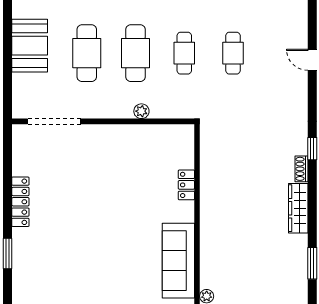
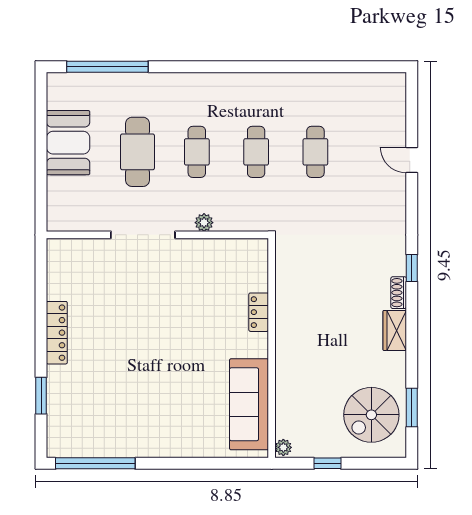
cafe table: (135, 53) -> (197, 152), width x0.73, depth x0.74
doorway: (54, 121) -> (143, 235), moved
wardrobe: (298, 208) -> (395, 330), width x0.67
spiral stairs: (279, 269) -> (371, 415), added

